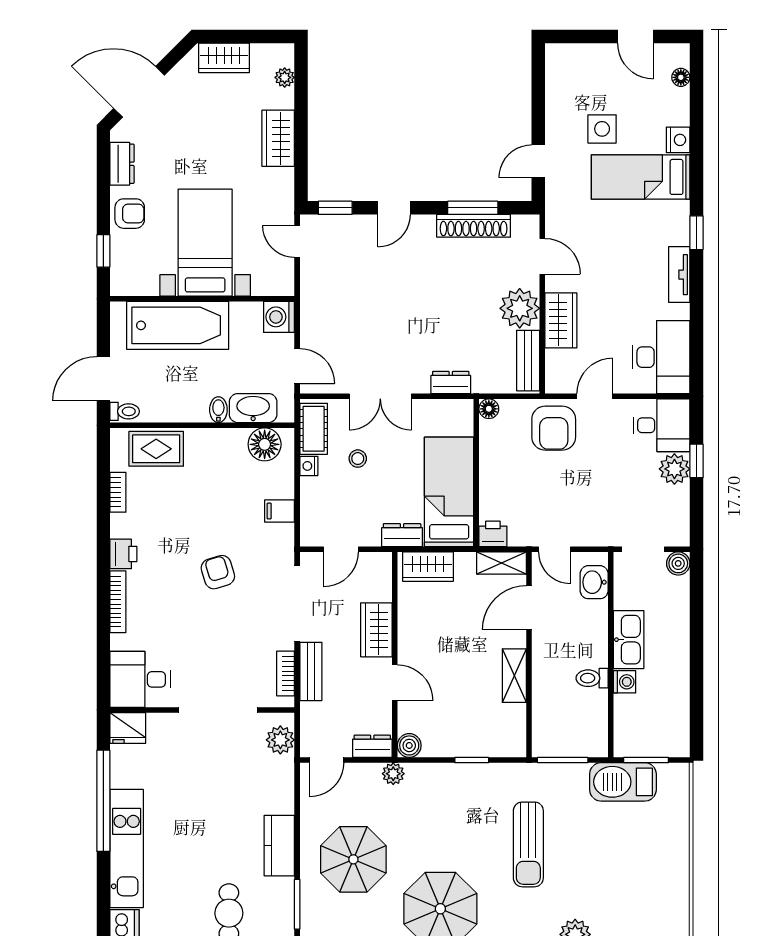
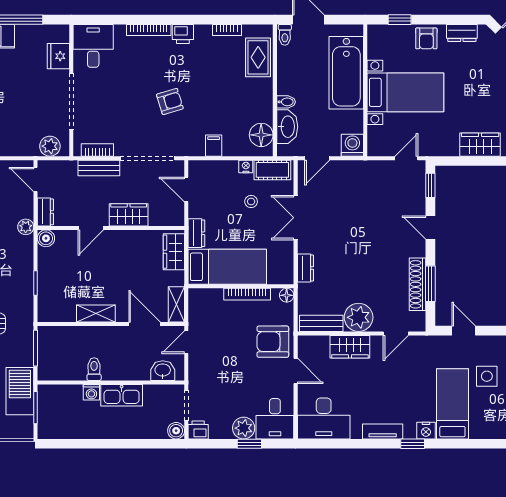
nightstand: (678, 140) -> (426, 431), moved
bookcase: (487, 464) -> (247, 294), added
printer: (493, 534) -> (198, 430), moved, turned -90
fridge: (128, 728) -> (58, 56), moved

